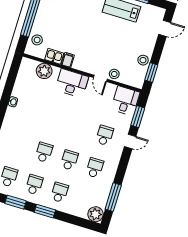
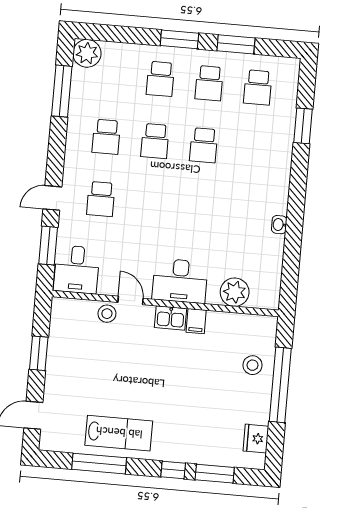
stool: (37, 40) -> (253, 365), moved
kitchen sink: (54, 56) -> (170, 318), moved
stool: (143, 60) -> (60, 350), removed
window: (151, 72) -> (39, 353), moved

